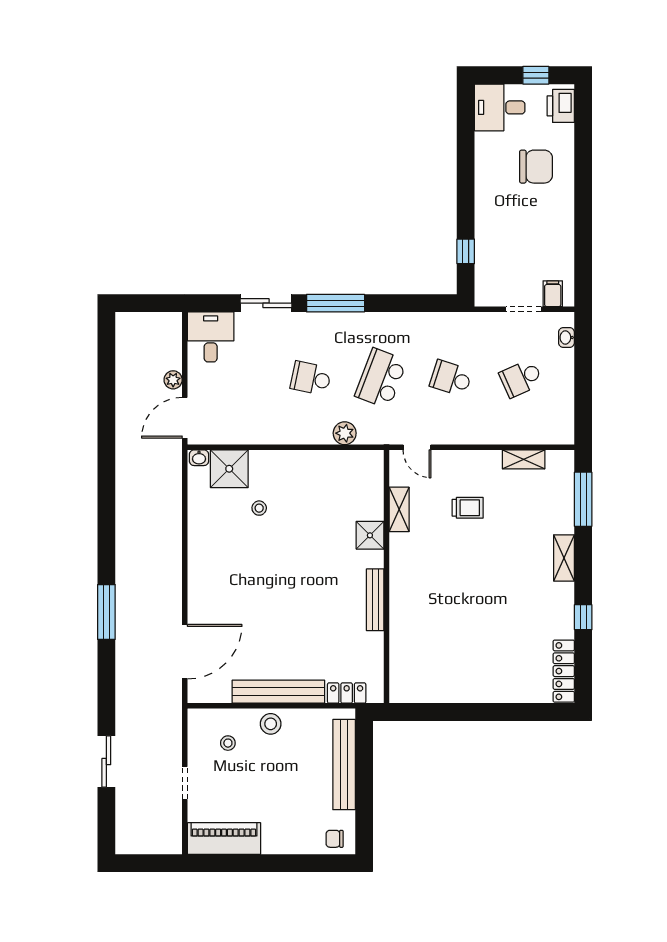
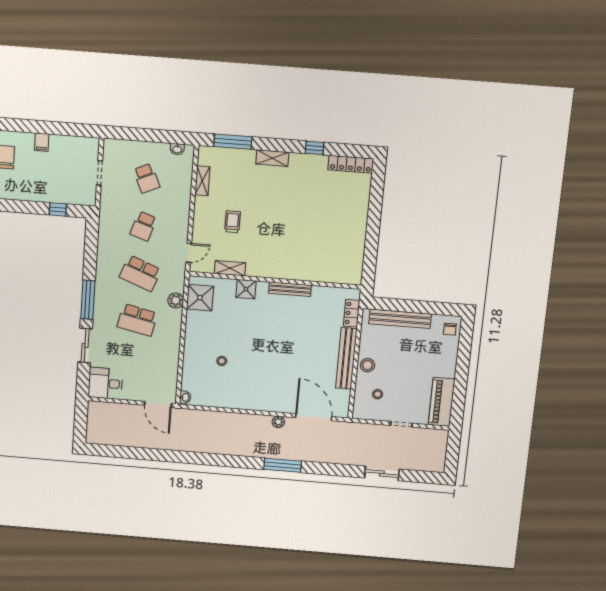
filing cabinet: (553, 294) -> (42, 142), moved, turned -90
washbasin: (566, 338) -> (177, 149), moved
school desk: (311, 378) -> (137, 320), width x1.85
plant: (173, 380) -> (278, 422), moved
shower: (229, 469) -> (200, 298), moved

